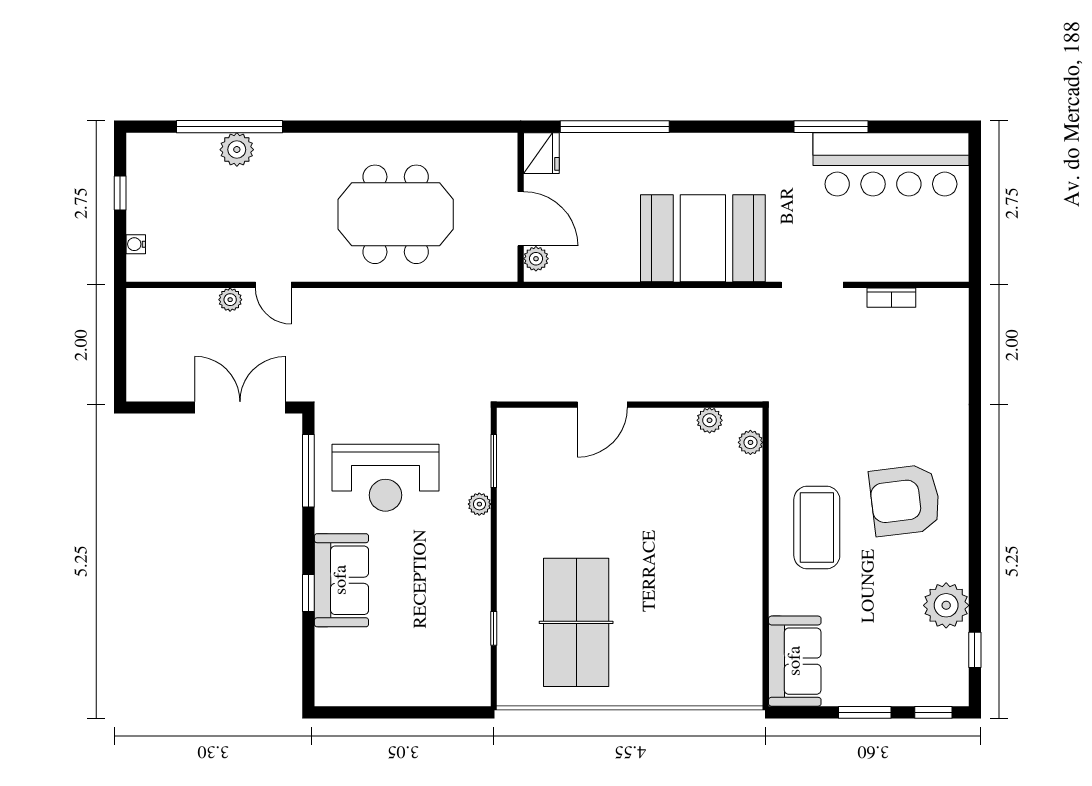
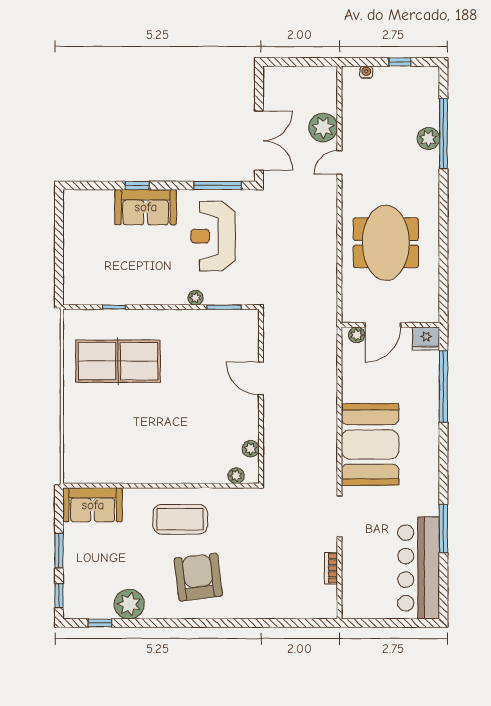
plant: (230, 300) -> (323, 127), width x1.88, depth x1.88

